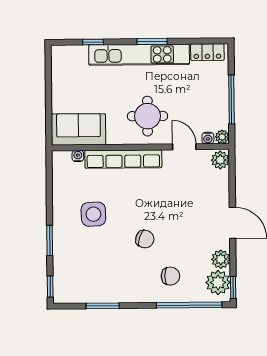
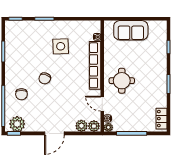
kitchen unit: (139, 55) -> (160, 76), removed
sofa: (78, 129) -> (131, 30), moved, turned 90
door: (184, 147) -> (102, 104), swing flipped
plant: (221, 259) -> (81, 126), moved

